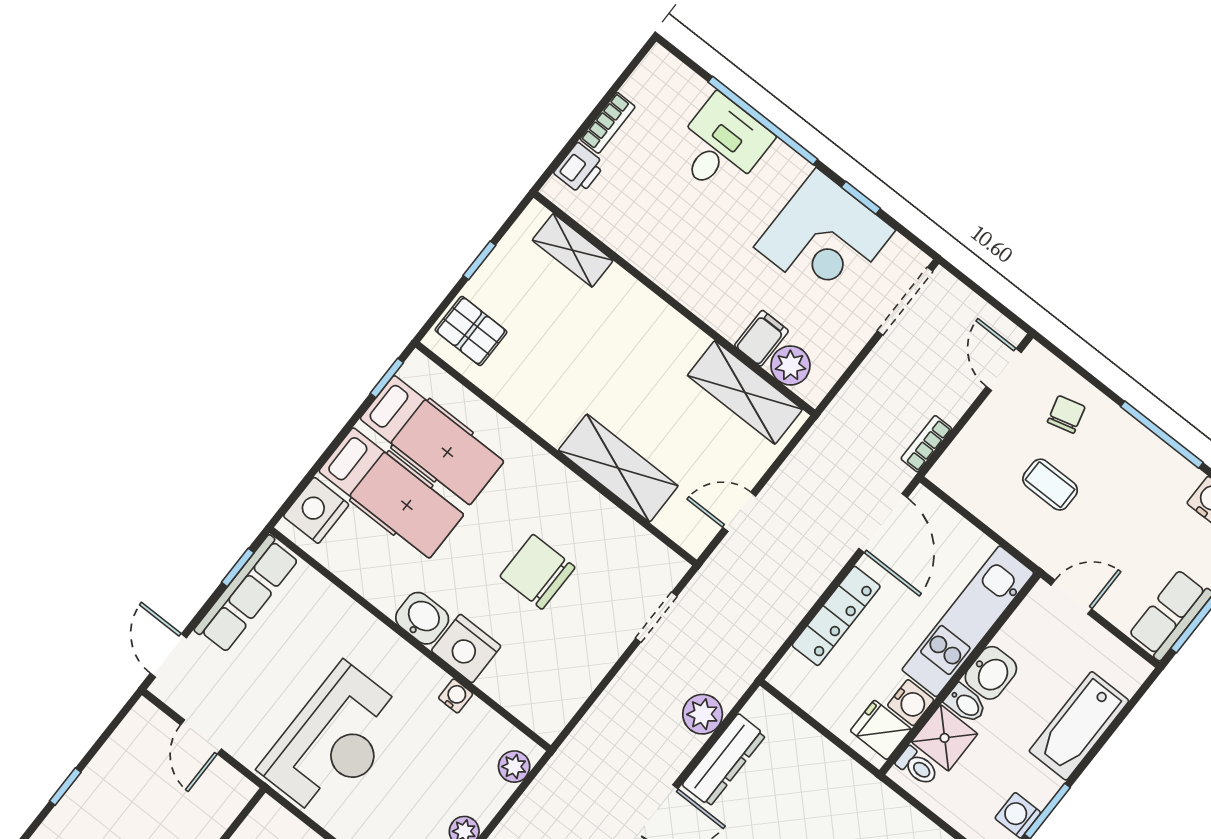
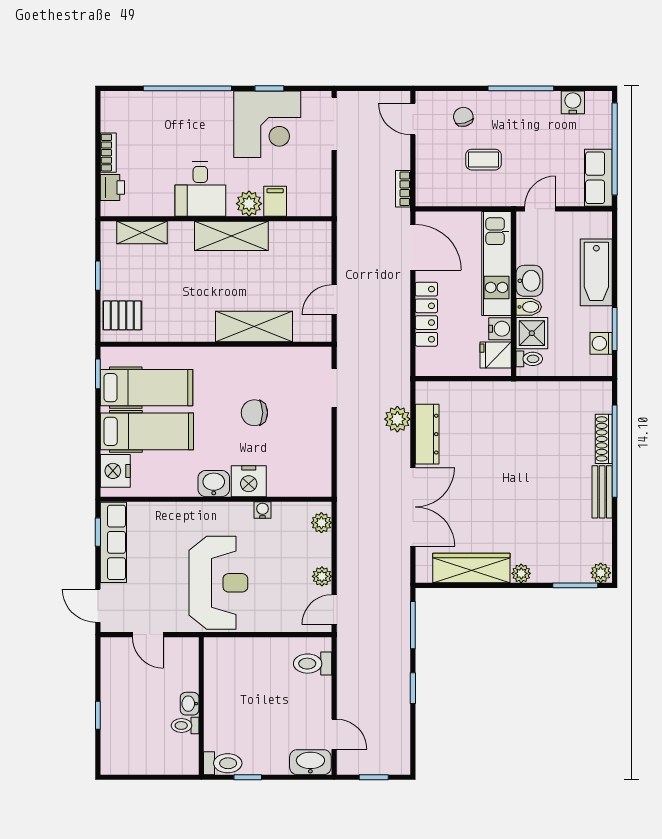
desk: (721, 145) -> (200, 189), moved, turned 180
plant: (790, 365) -> (249, 204), moved
shelving: (745, 392) -> (231, 236), moved
chair: (538, 572) -> (254, 413), width x0.73, depth x0.73

